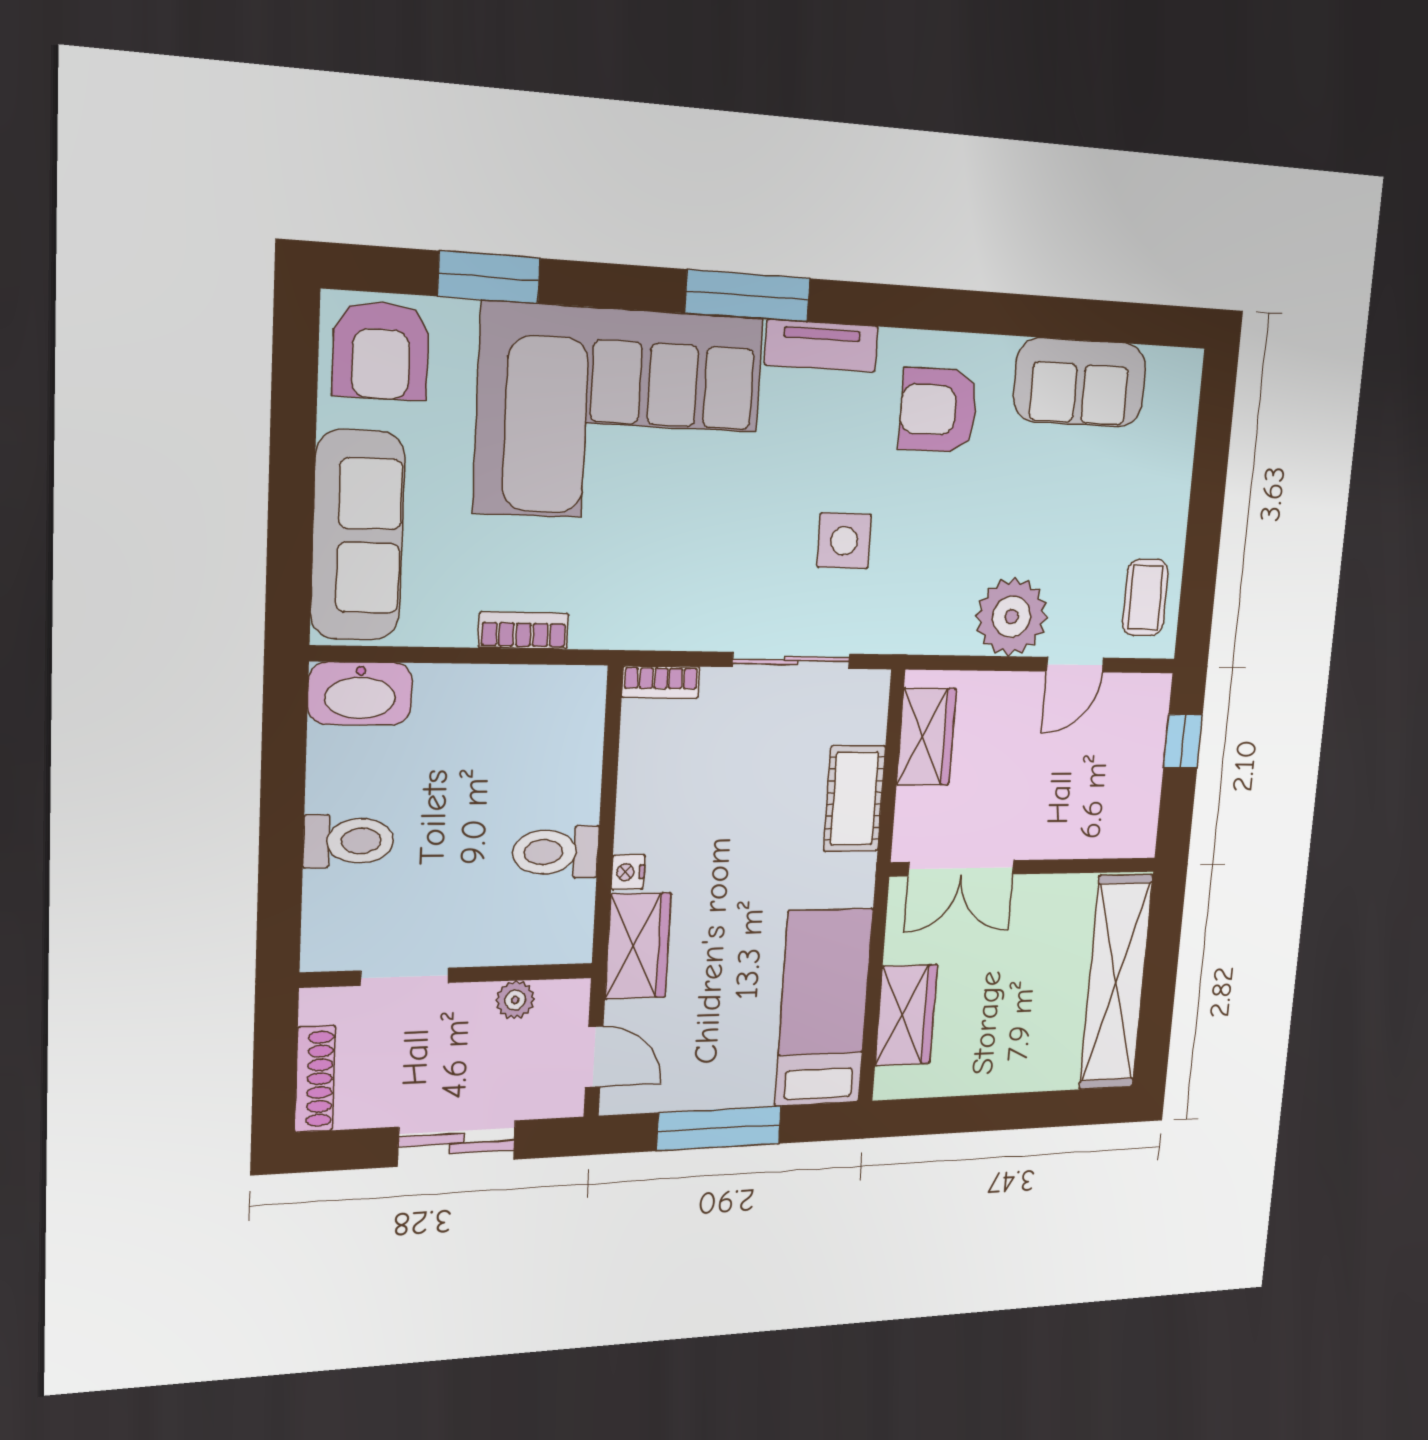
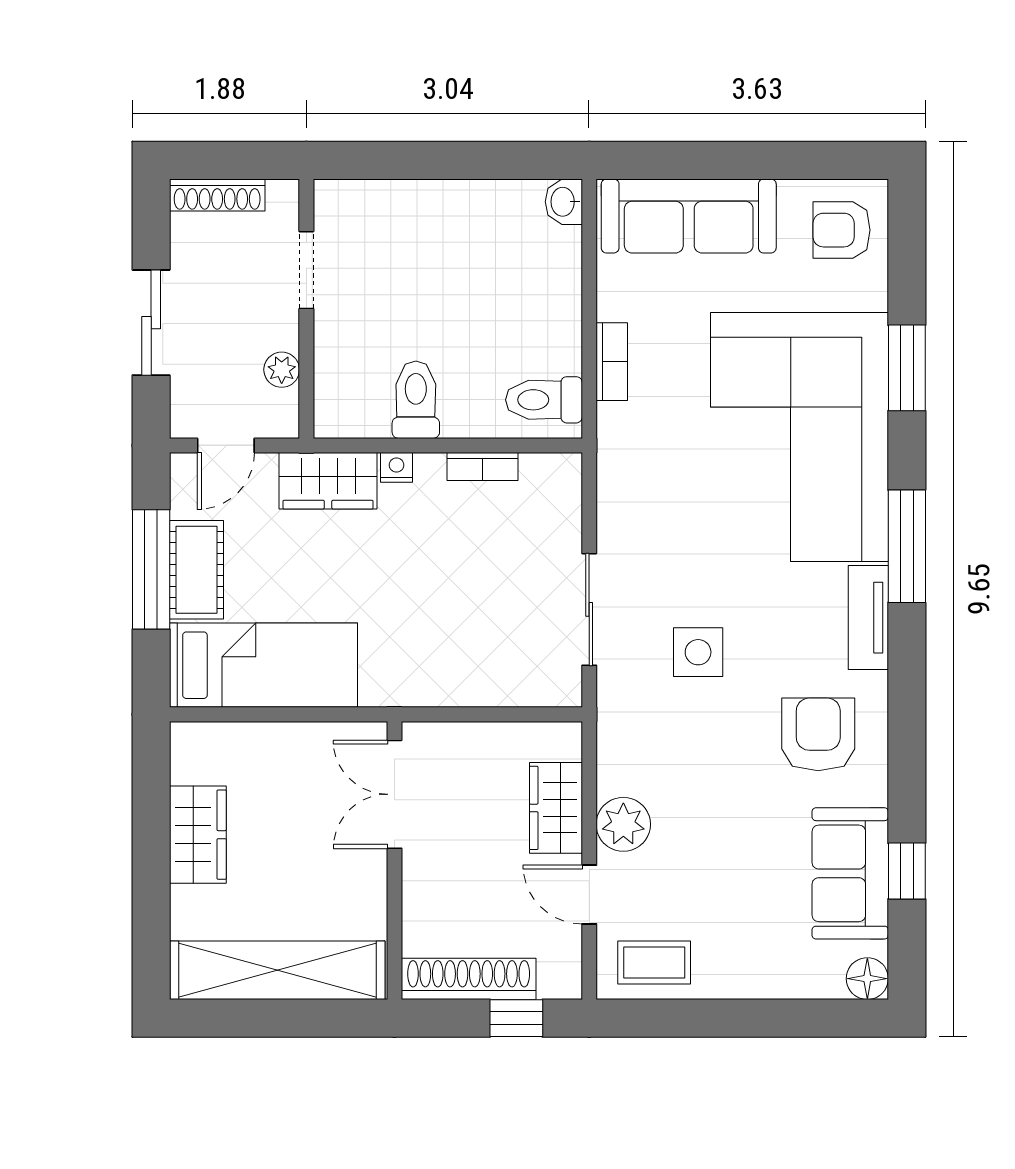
window: (489, 277) -> (907, 368), moved
window: (1083, 320) -> (907, 871), added
armchair: (381, 350) -> (842, 230), width x0.72, depth x0.72
floor lamp: (1182, 370) -> (867, 979), added
plant: (1012, 617) -> (623, 824), width x0.73, depth x0.73
bookcase: (661, 682) -> (483, 467), moved, turned -90
washbasin: (360, 694) -> (564, 202), width x0.52, depth x0.69
wardrobe: (926, 737) -> (556, 808), moved, turned 90
shoe rack: (1142, 790) -> (469, 979), added
cot: (854, 799) -> (197, 570), moved, turned 90
toilet: (349, 841) -> (544, 400), moved, turned 90
wardrobe: (906, 1015) -> (198, 835), moved, turned -90

